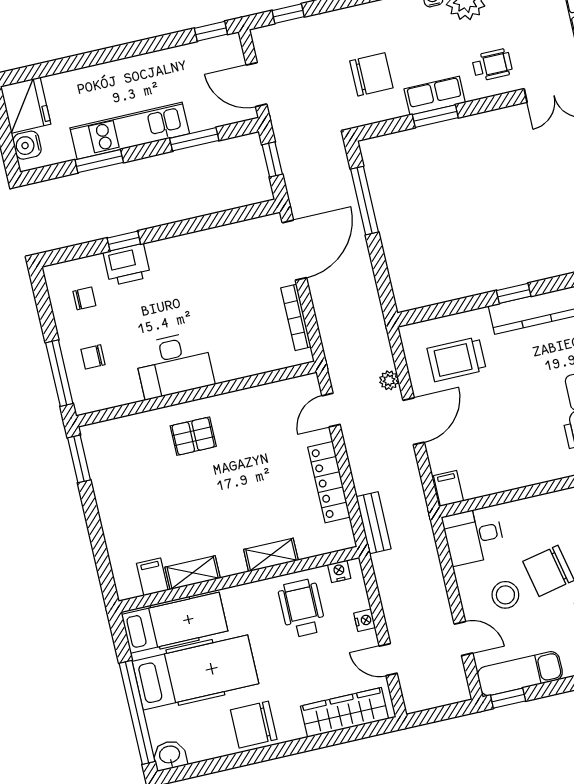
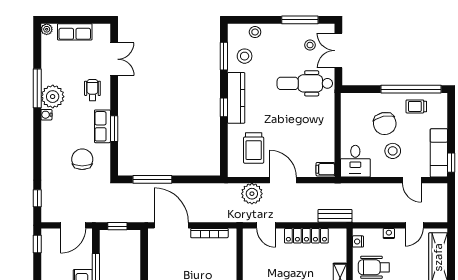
plant: (389, 380) -> (252, 194), width x1.87, depth x1.87
door: (463, 639) -> (412, 180), swing flipped

